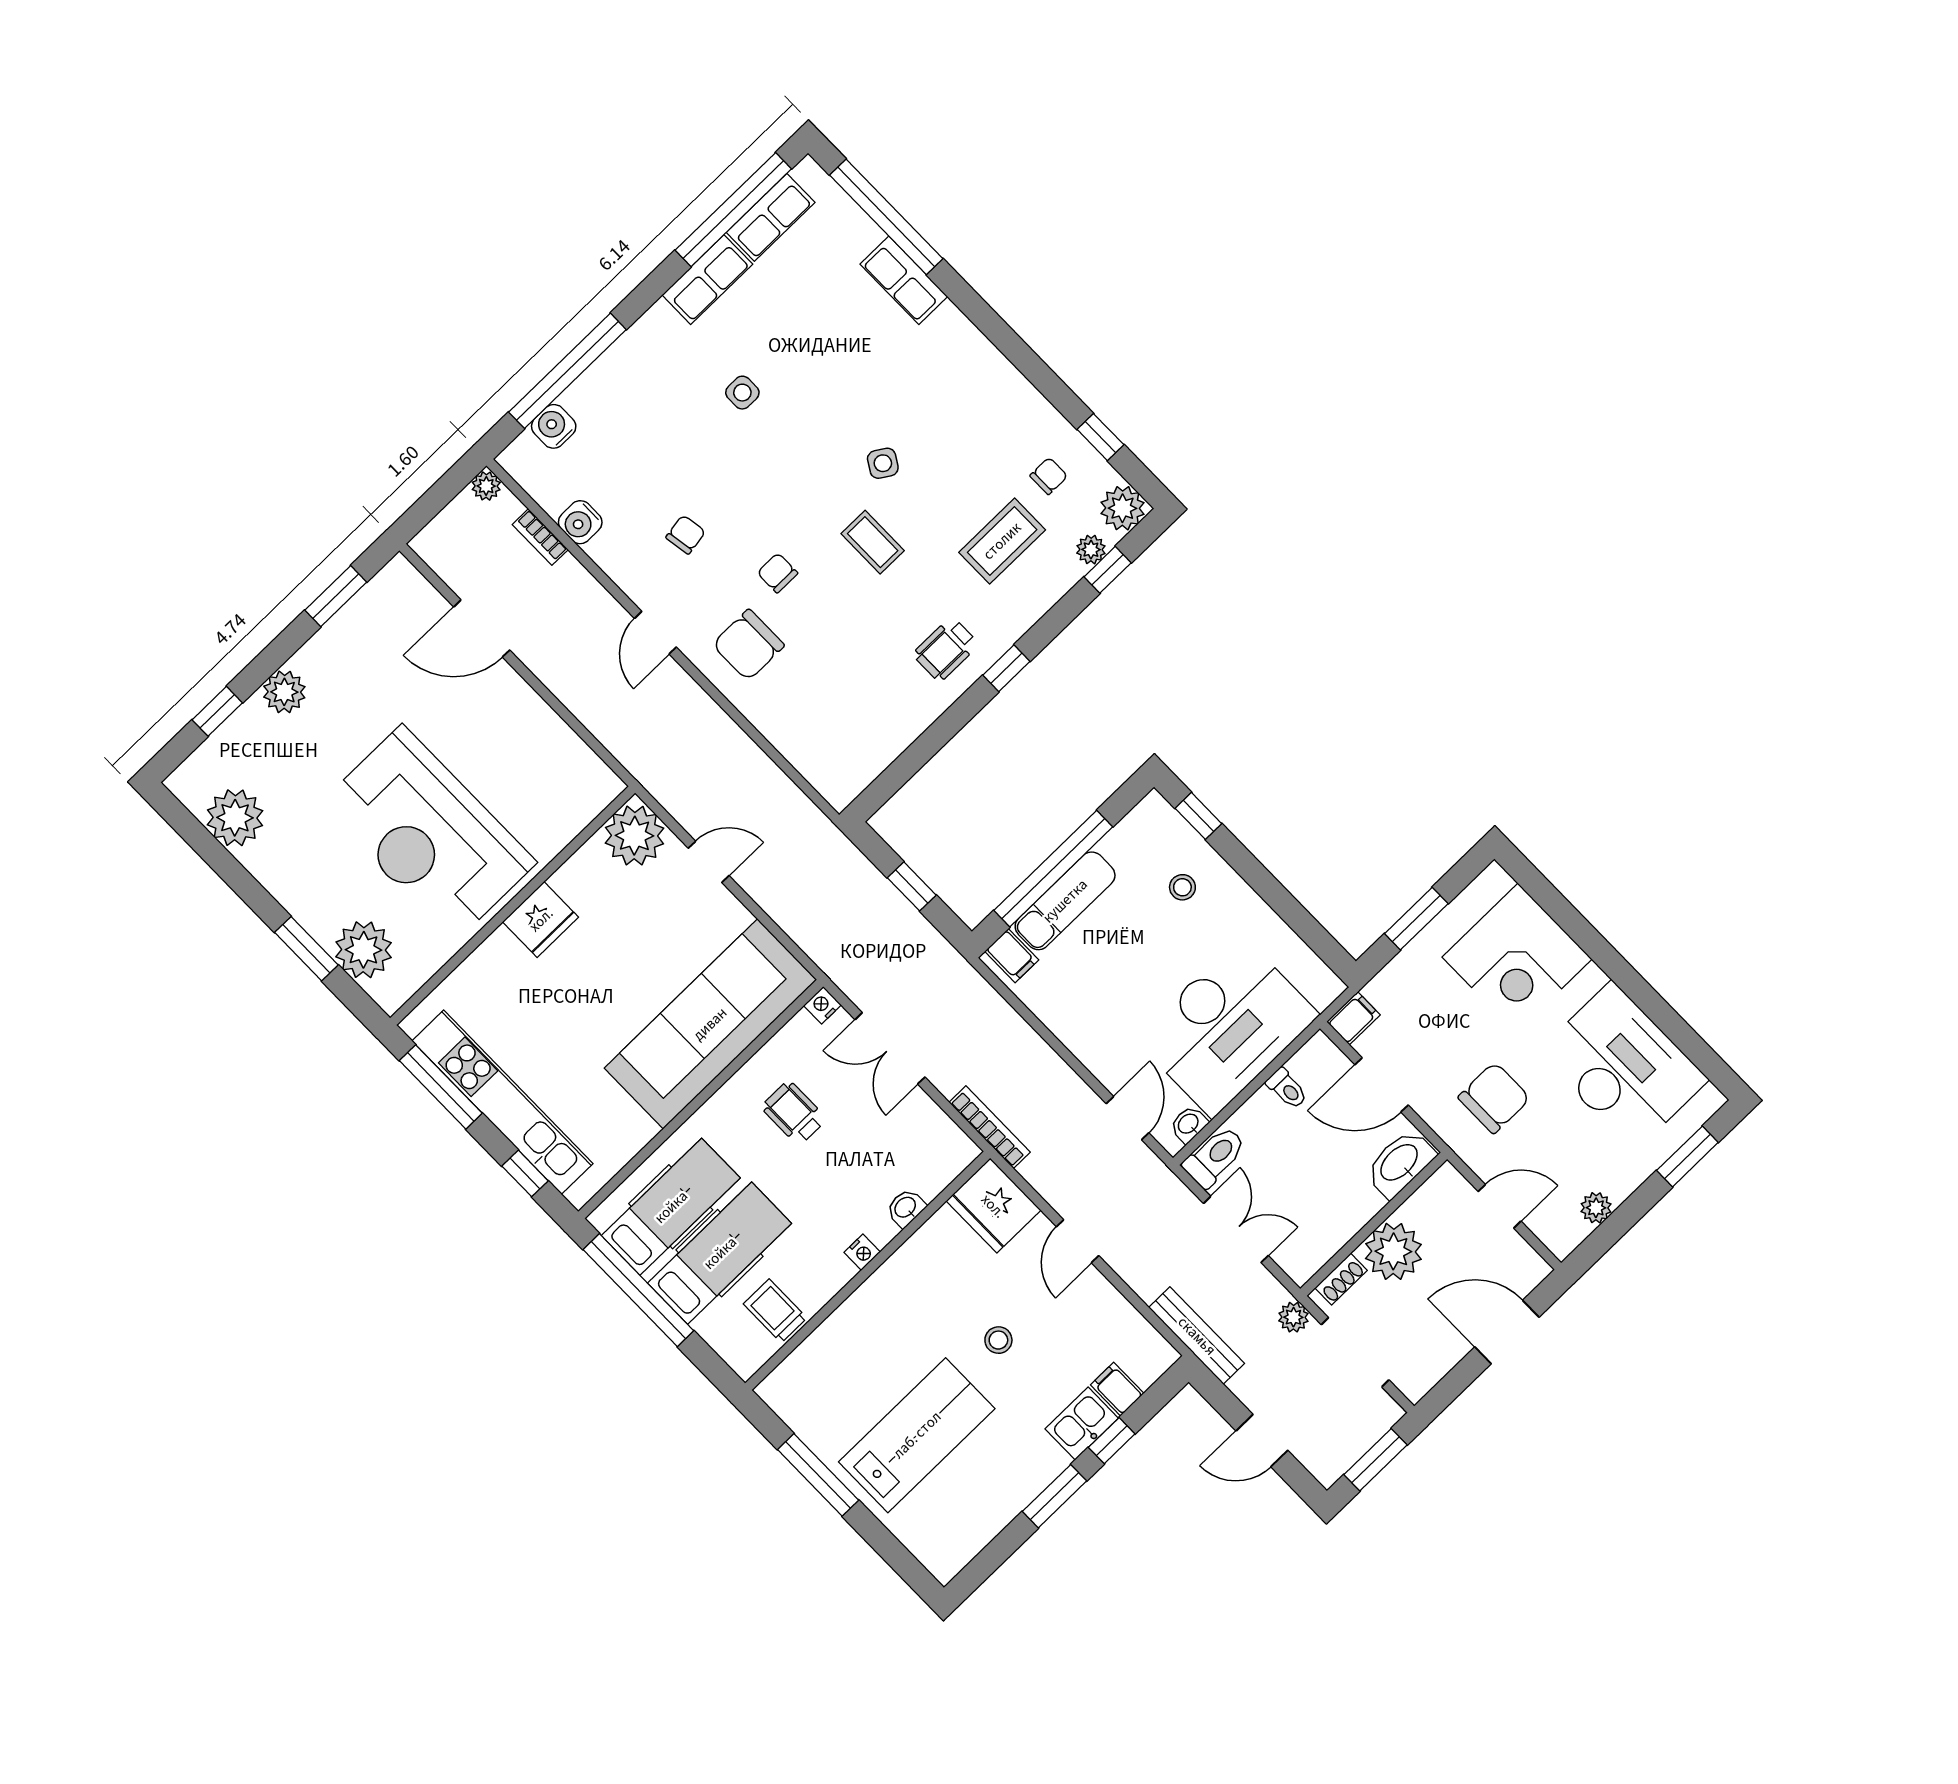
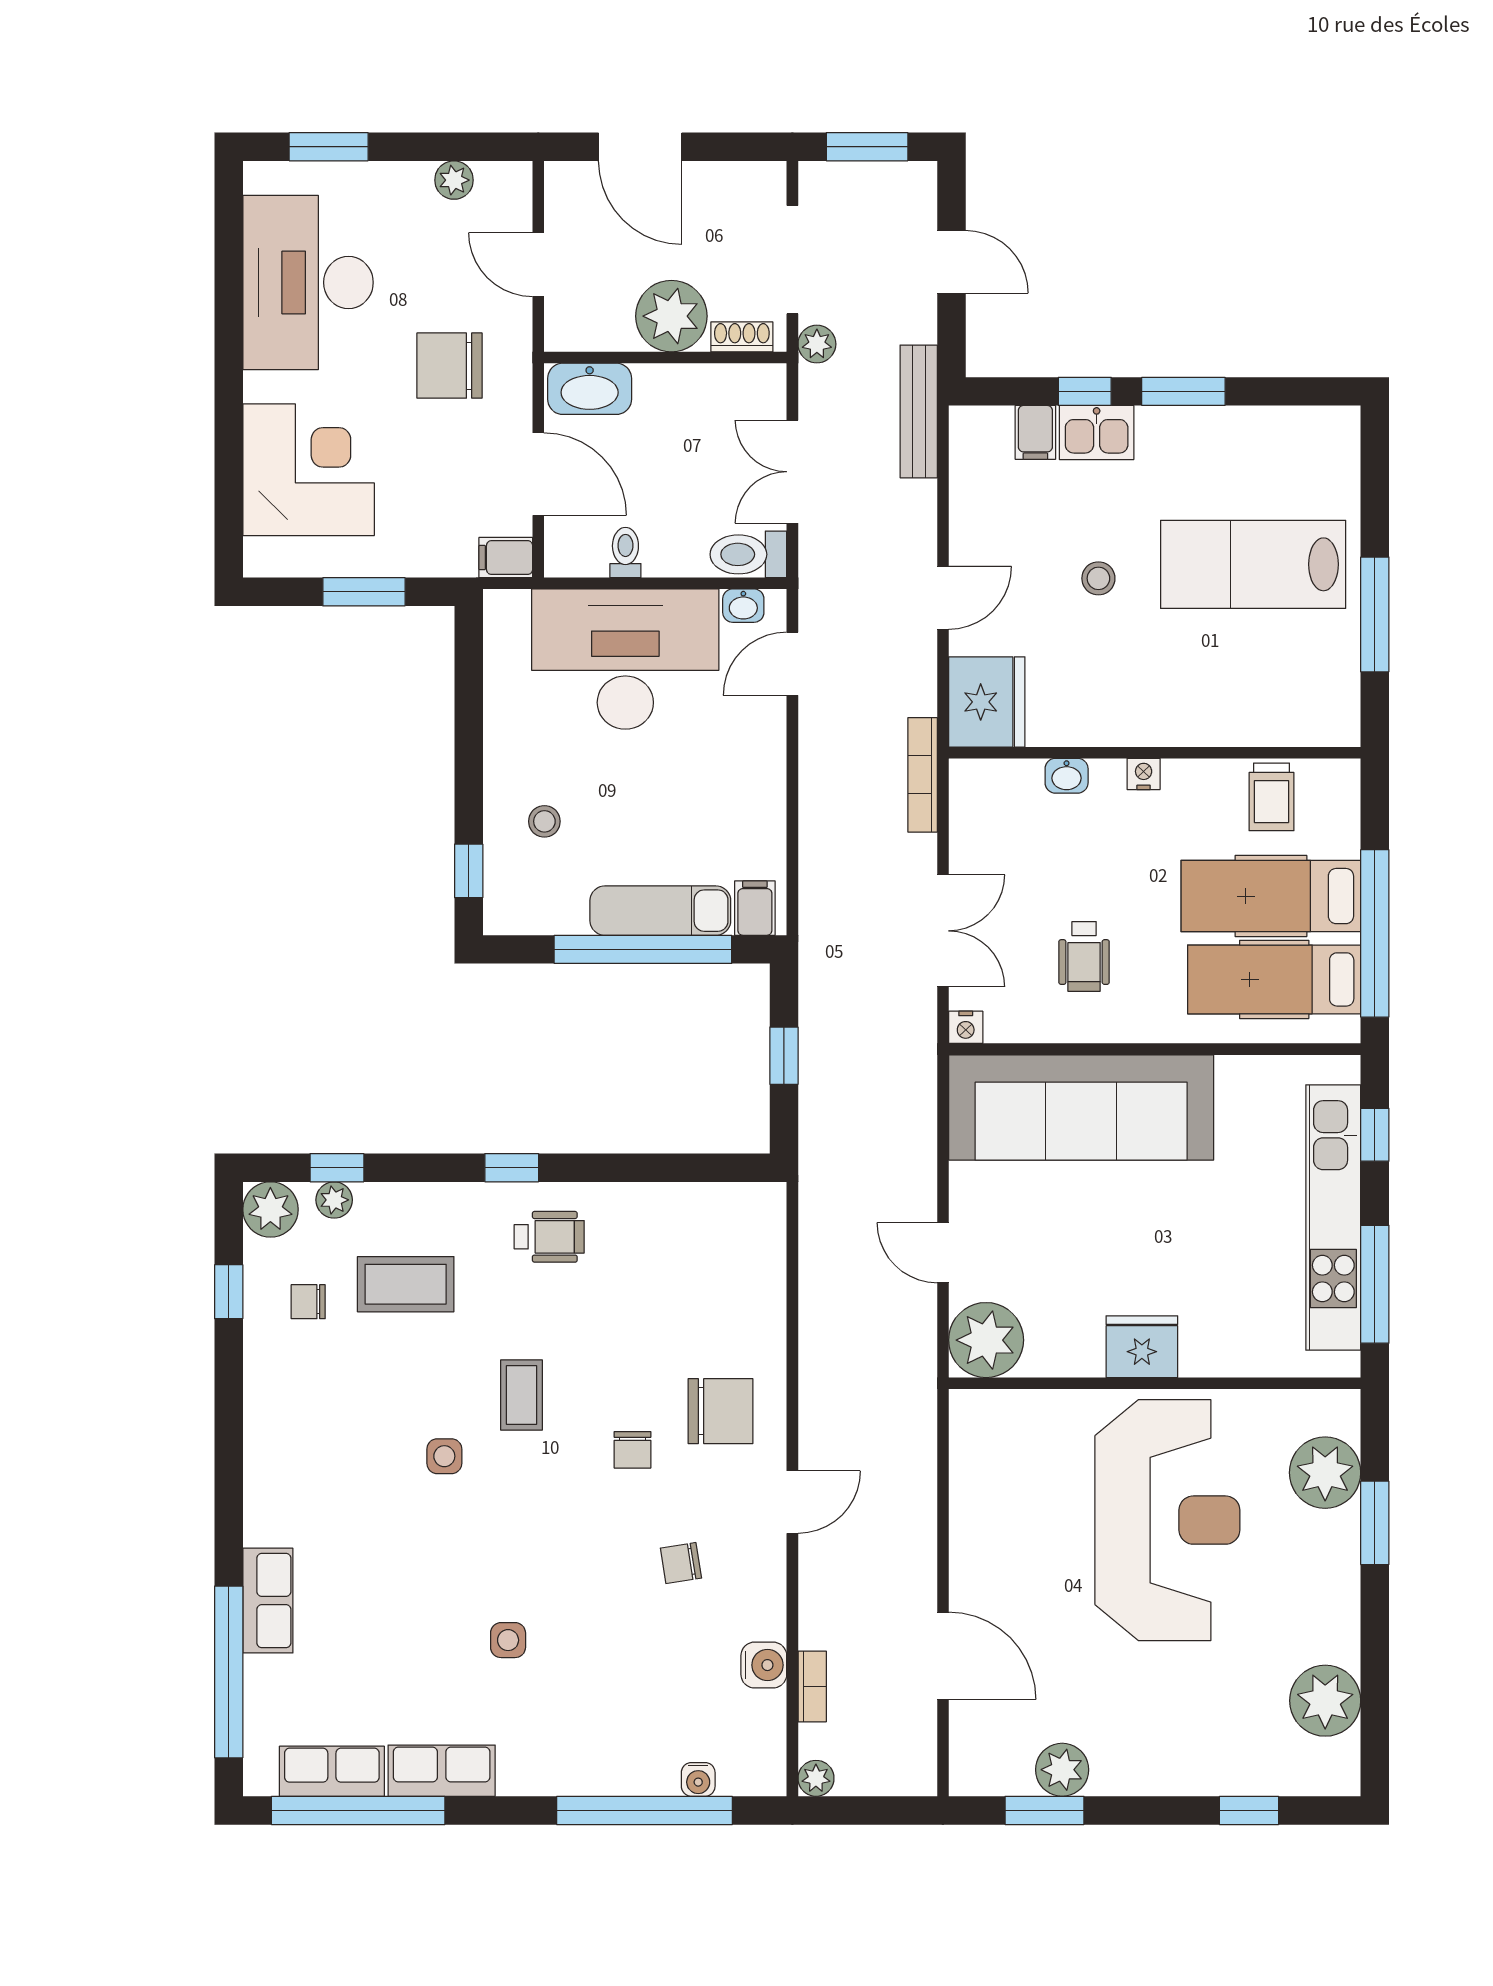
water cooler: (554, 426) -> (698, 1779), width x0.72, depth x0.72
side table: (883, 463) -> (444, 1456), turned -32
plant: (284, 692) -> (1062, 1770), moved

